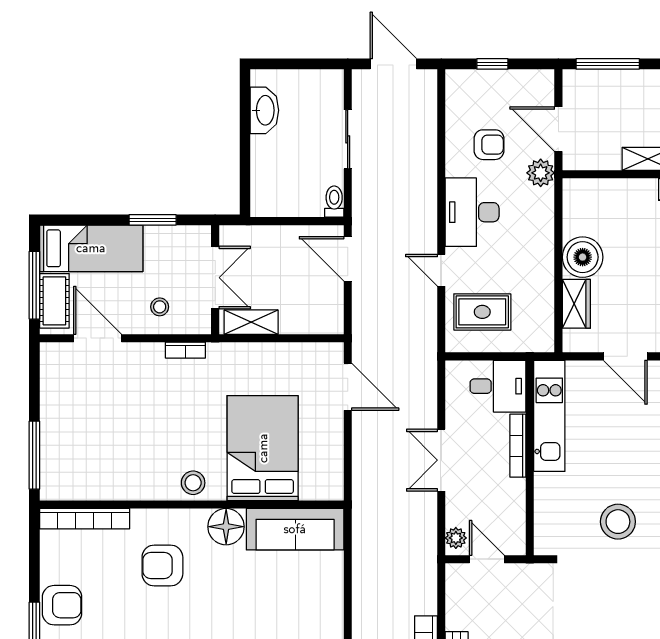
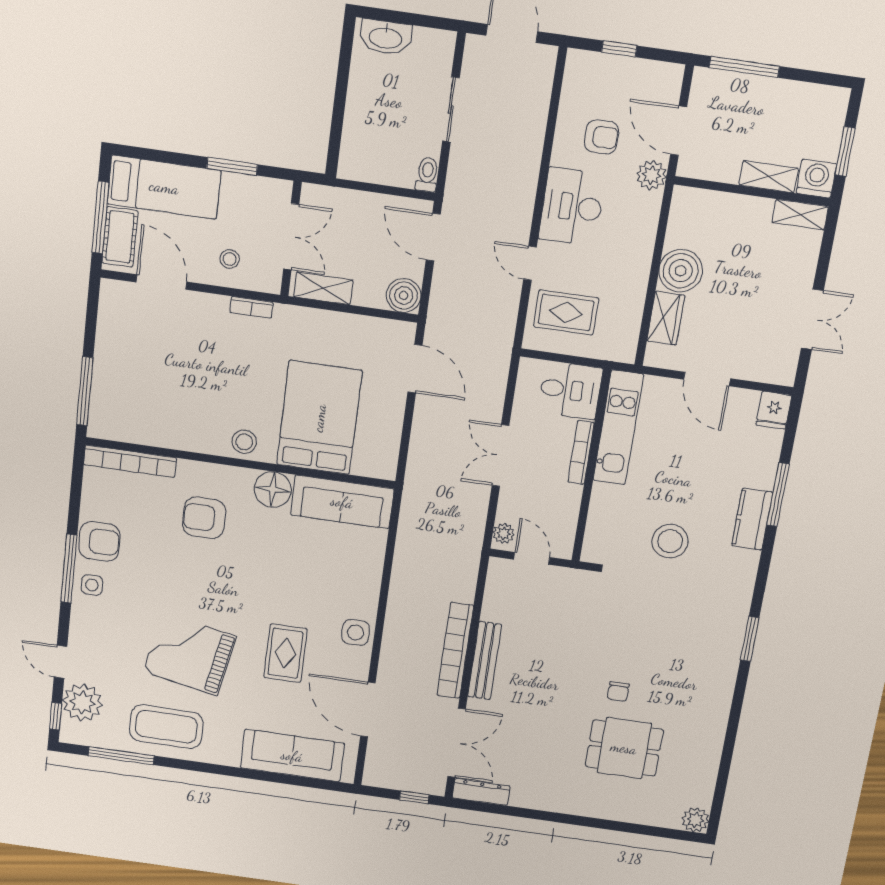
washbasin: (264, 110) -> (386, 37), moved, turned 90
boiler: (327, 318) -> (404, 295), added

